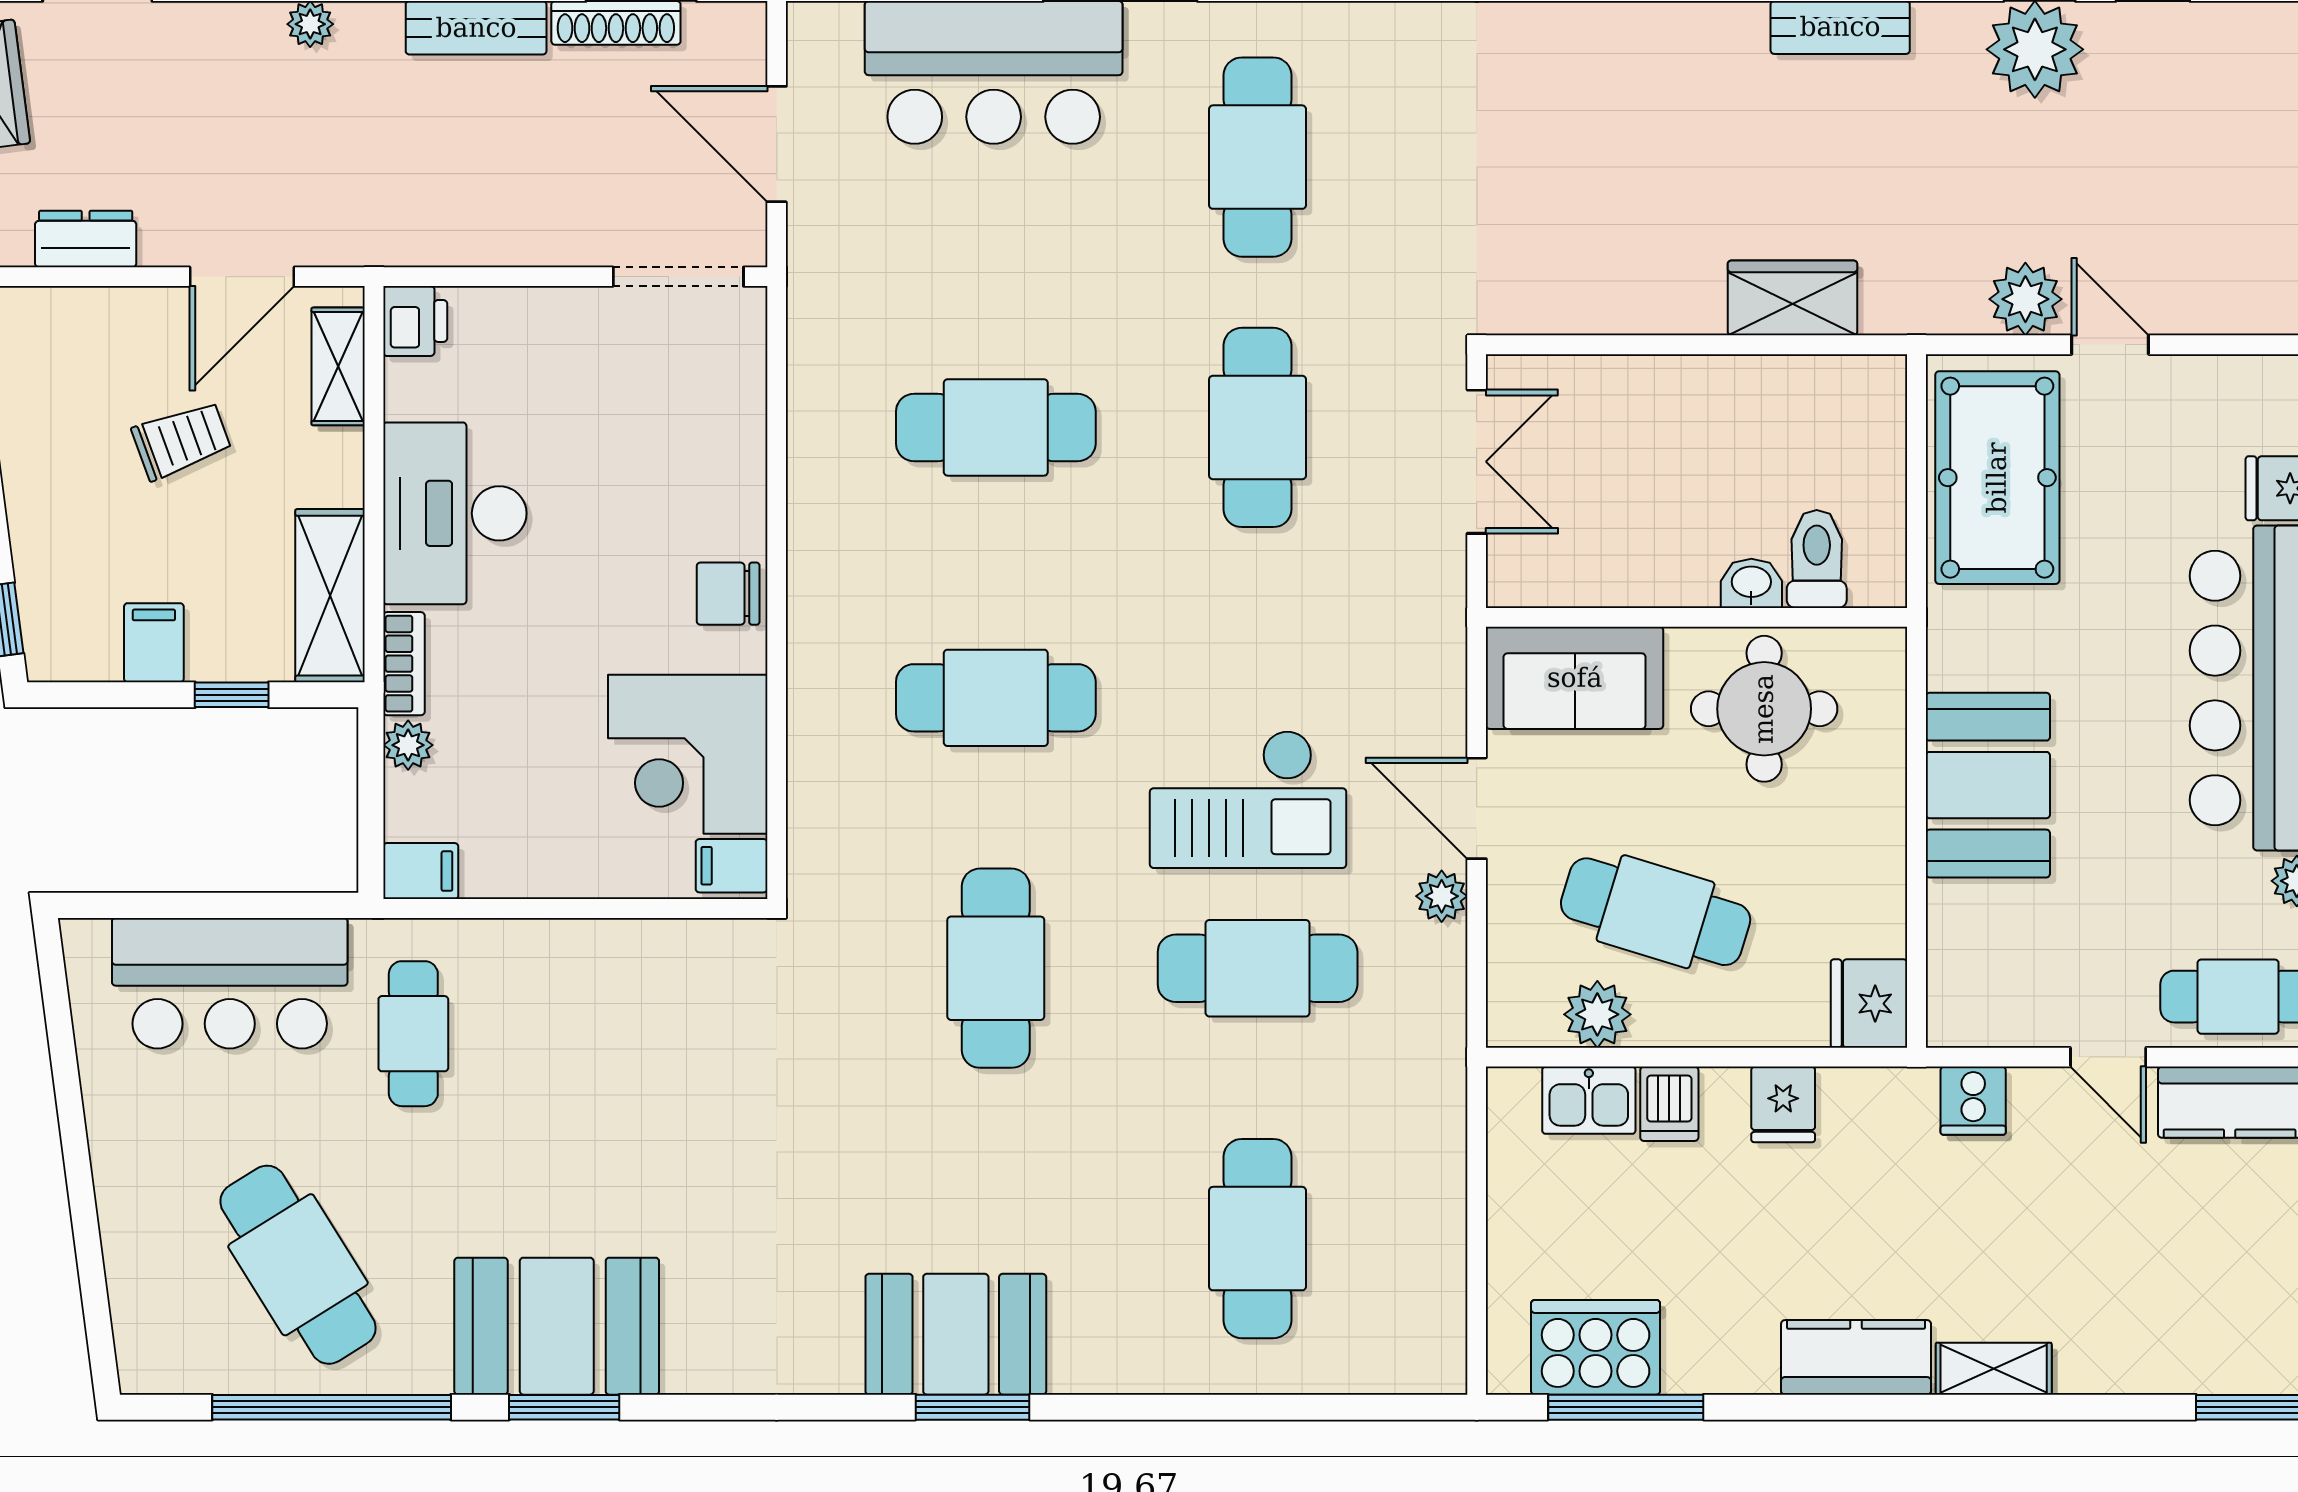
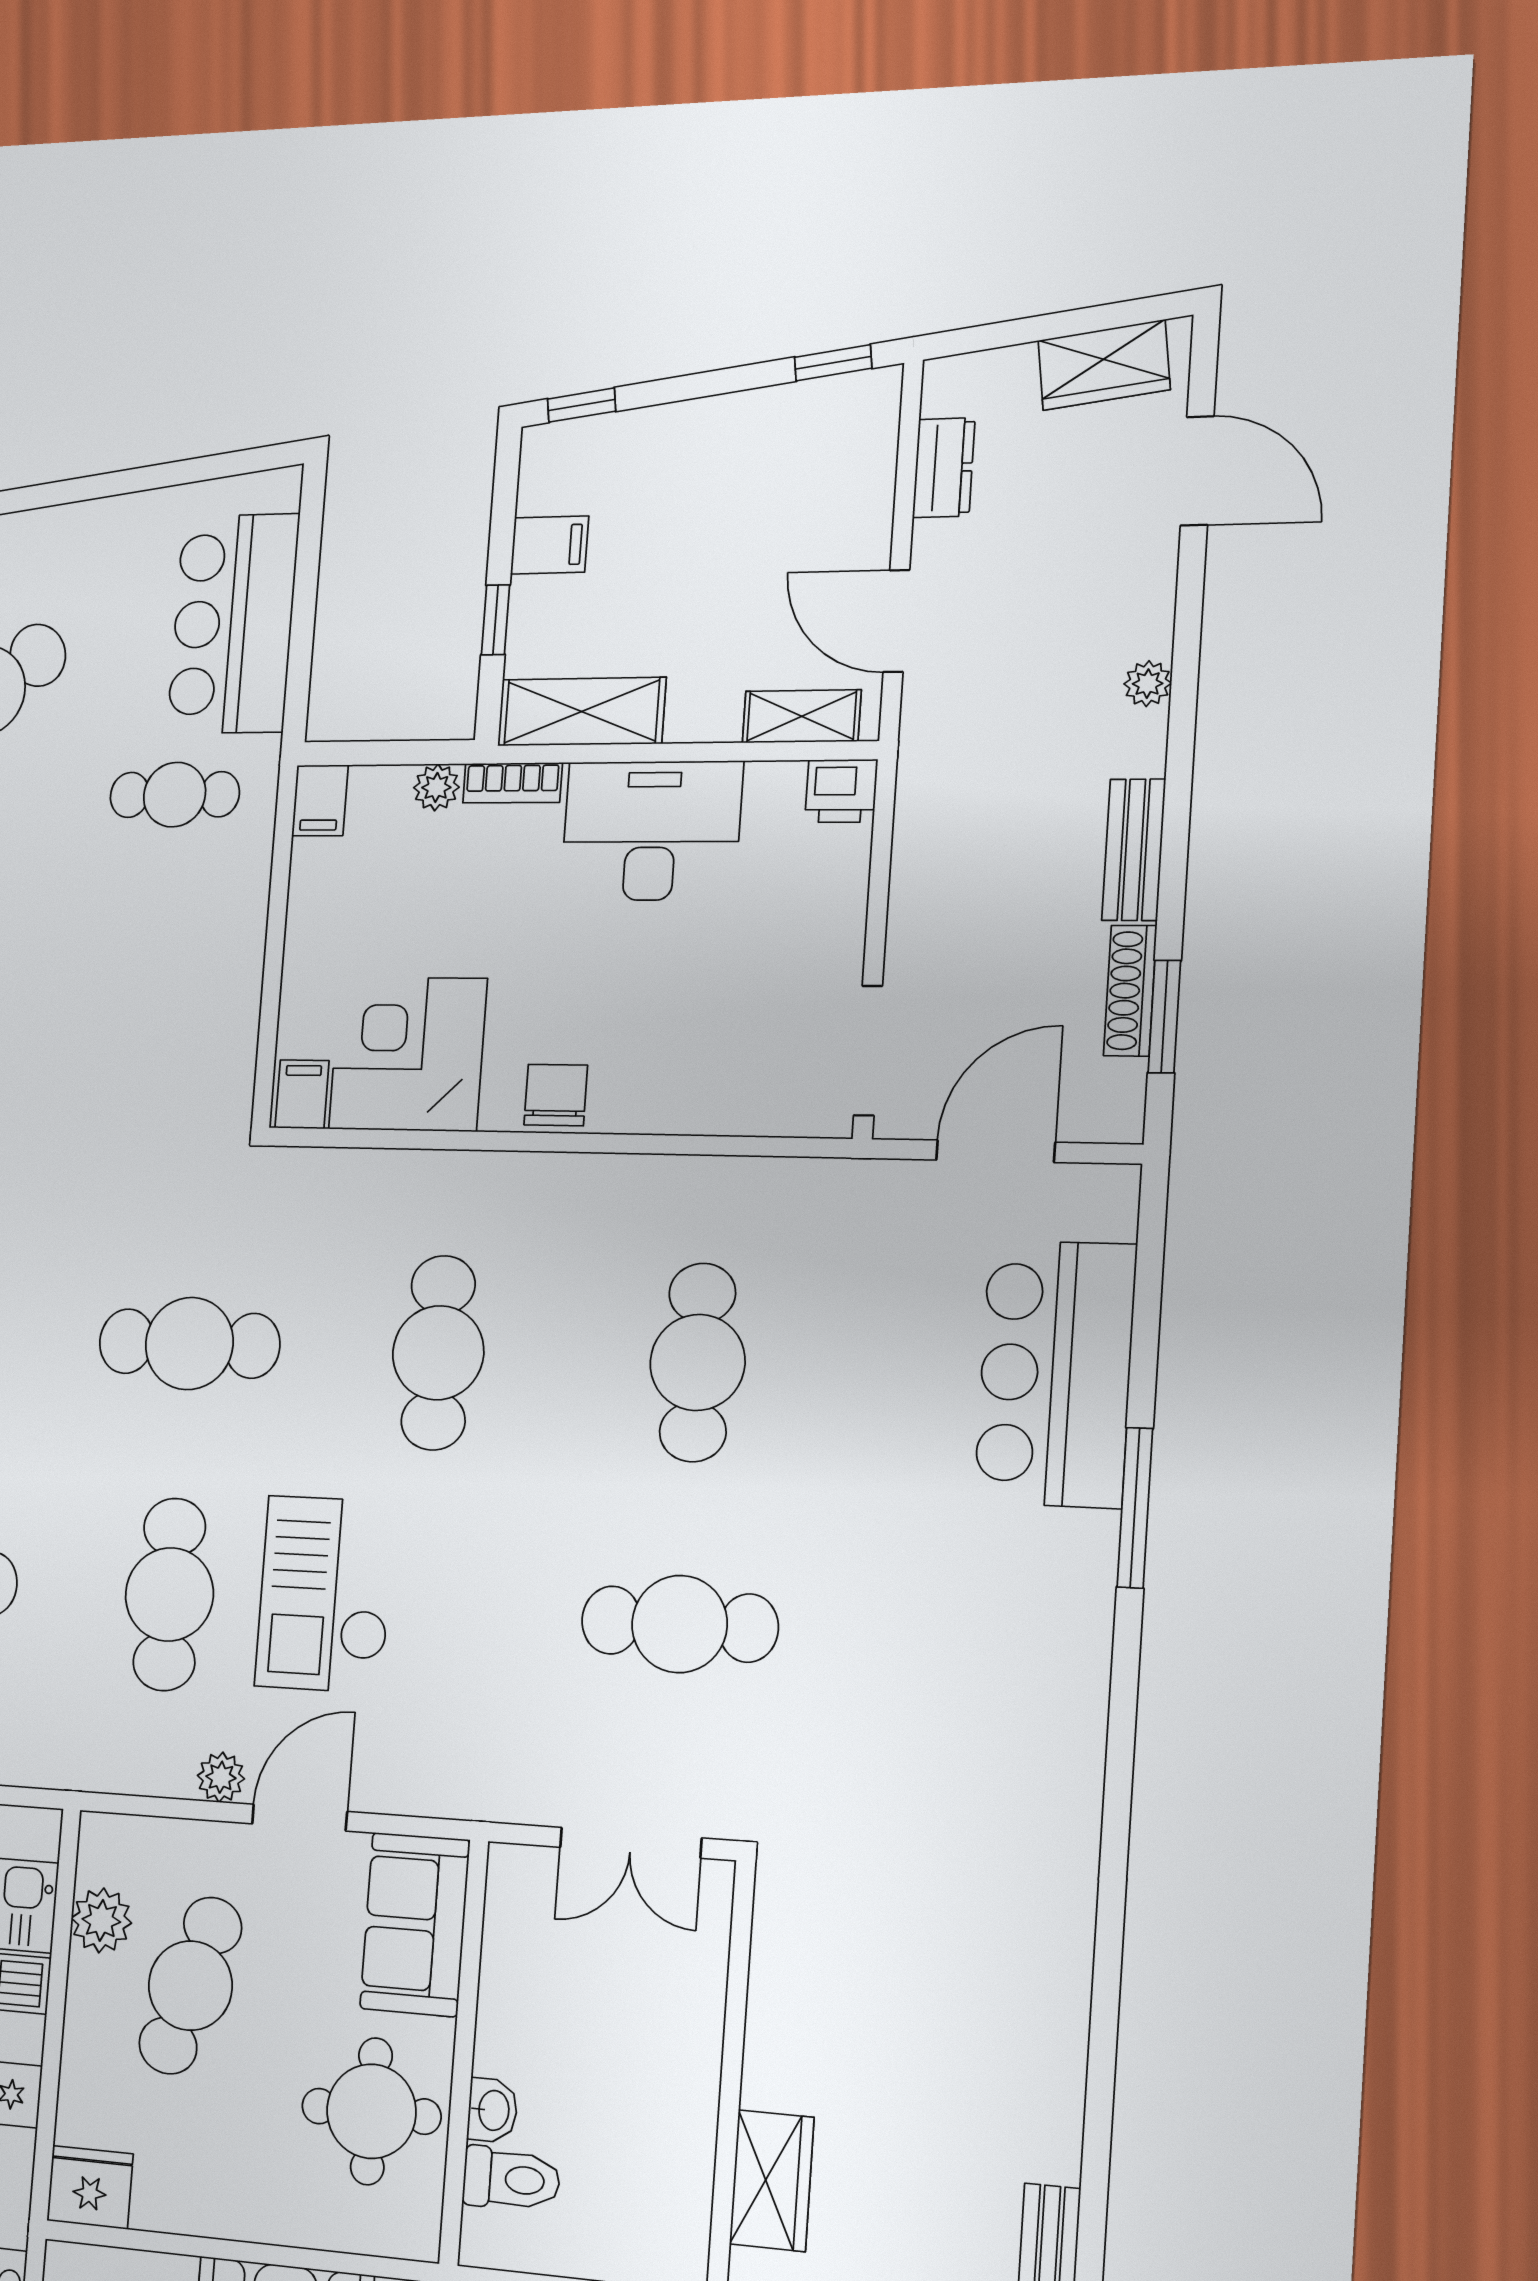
cafe table: (1258, 157) -> (951, 1640), removed
trolley: (182, 440) -> (740, 566), removed

